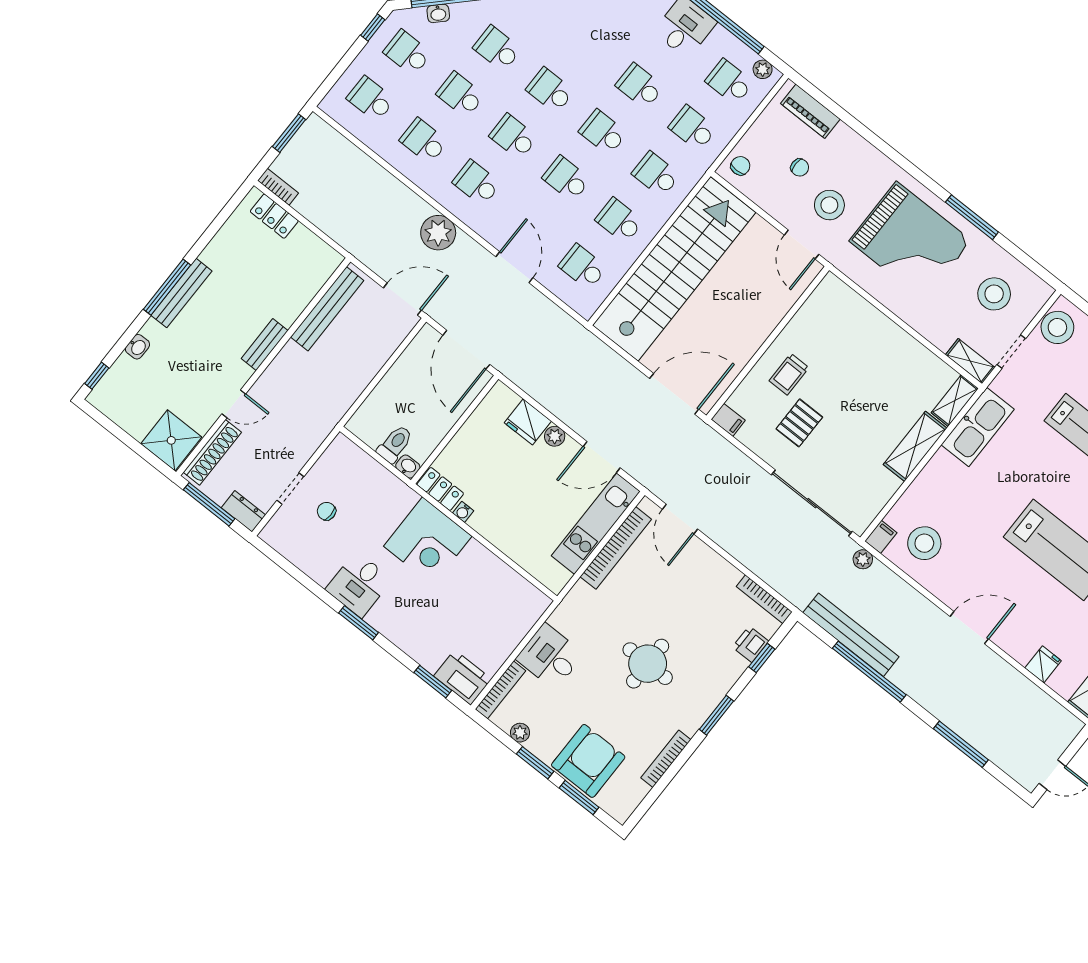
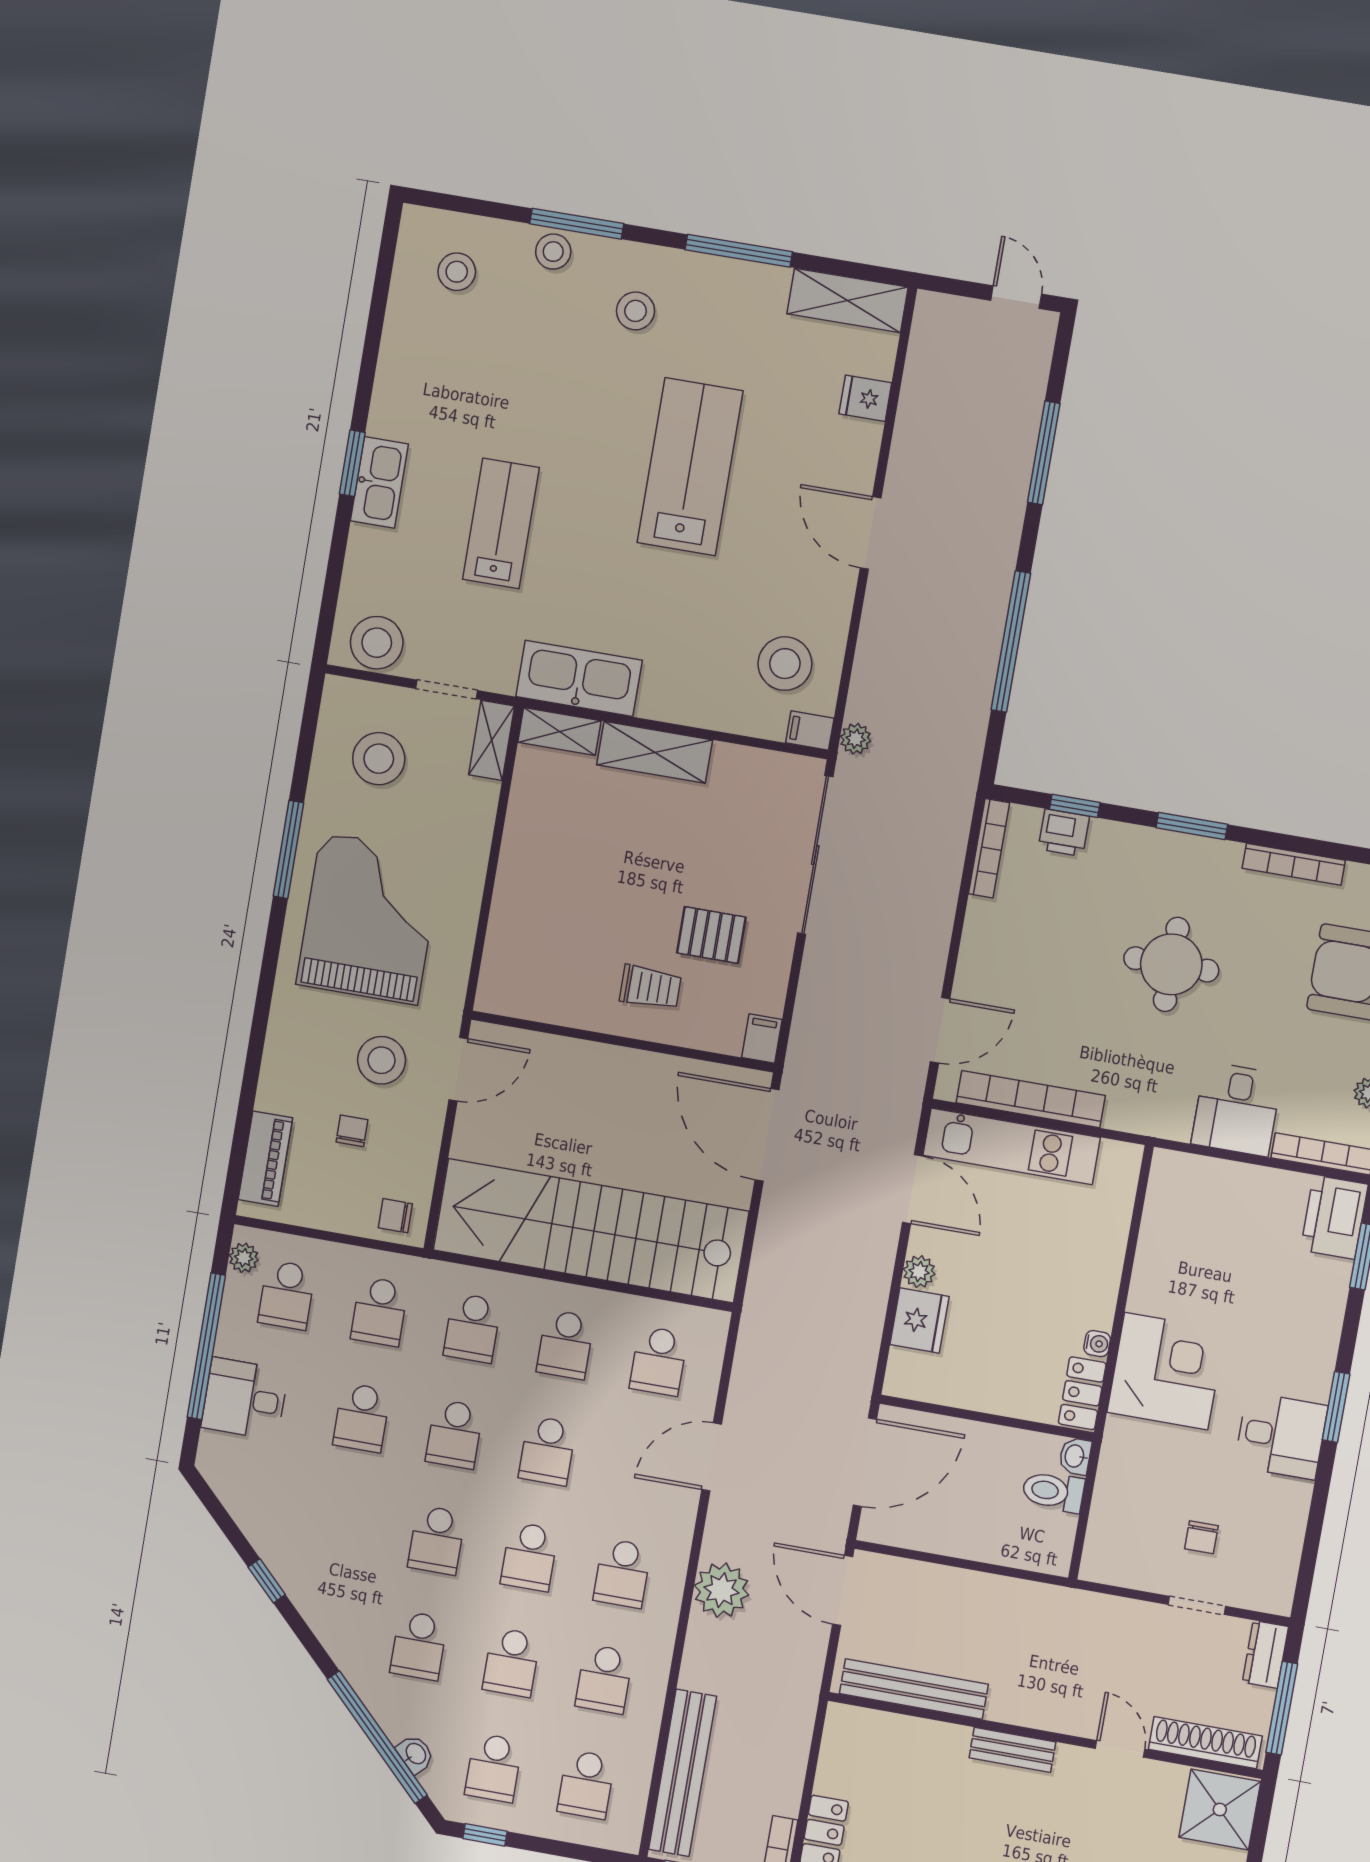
bench: (851, 635) -> (683, 1773), moved

